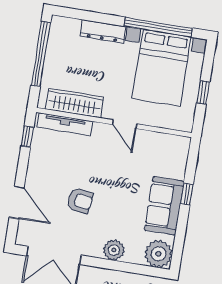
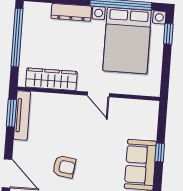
window: (203, 92) -> (168, 34), moved
tv unit: (65, 124) -> (22, 115), moved, turned -90
window: (27, 137) -> (11, 113), width x1.50

